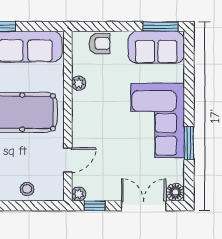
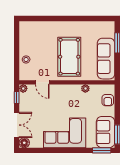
window: (189, 143) -> (102, 150), moved

